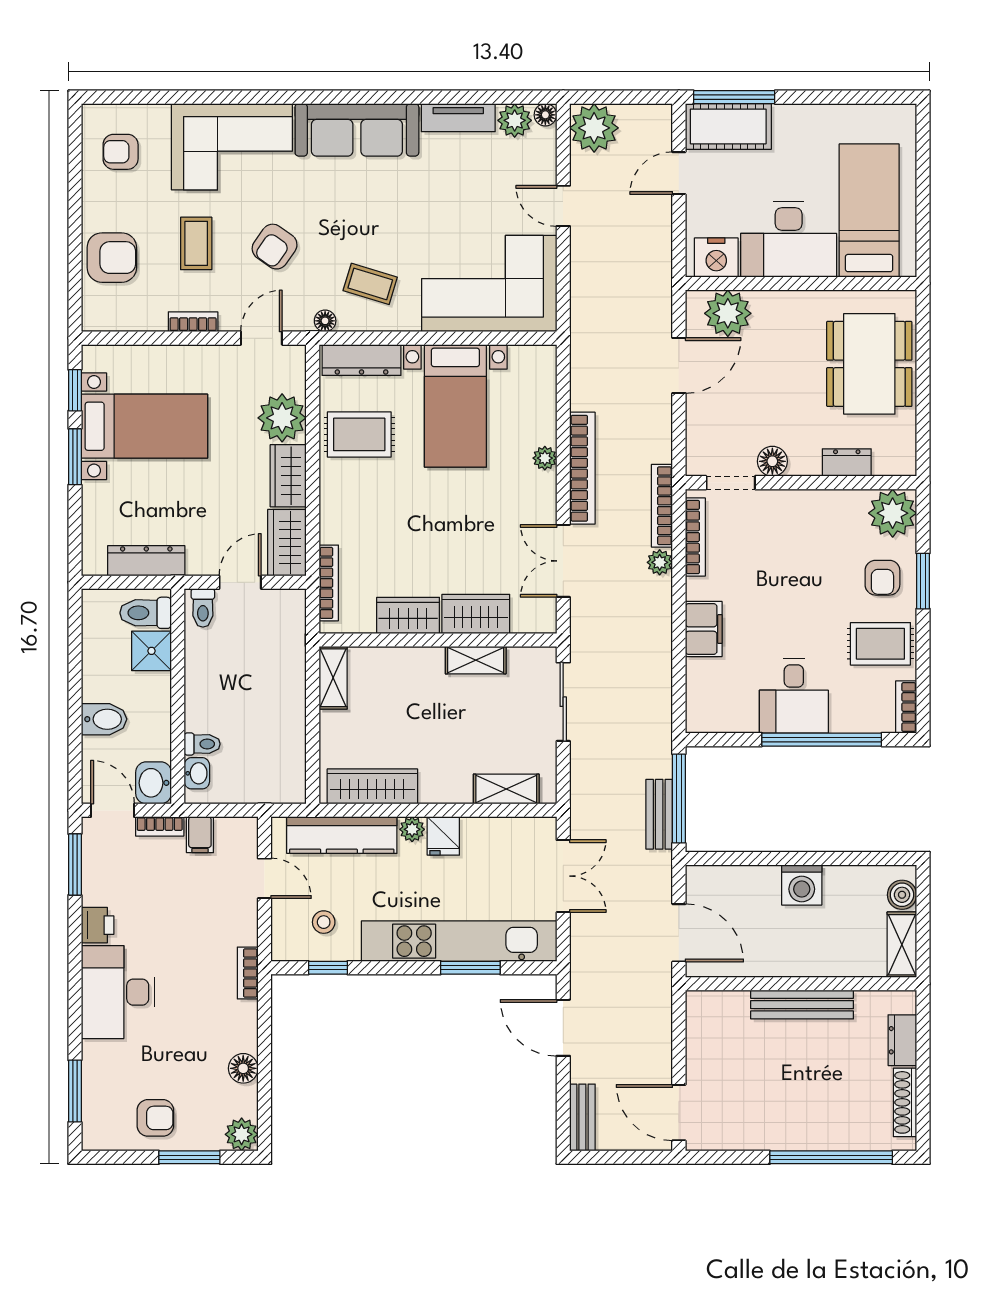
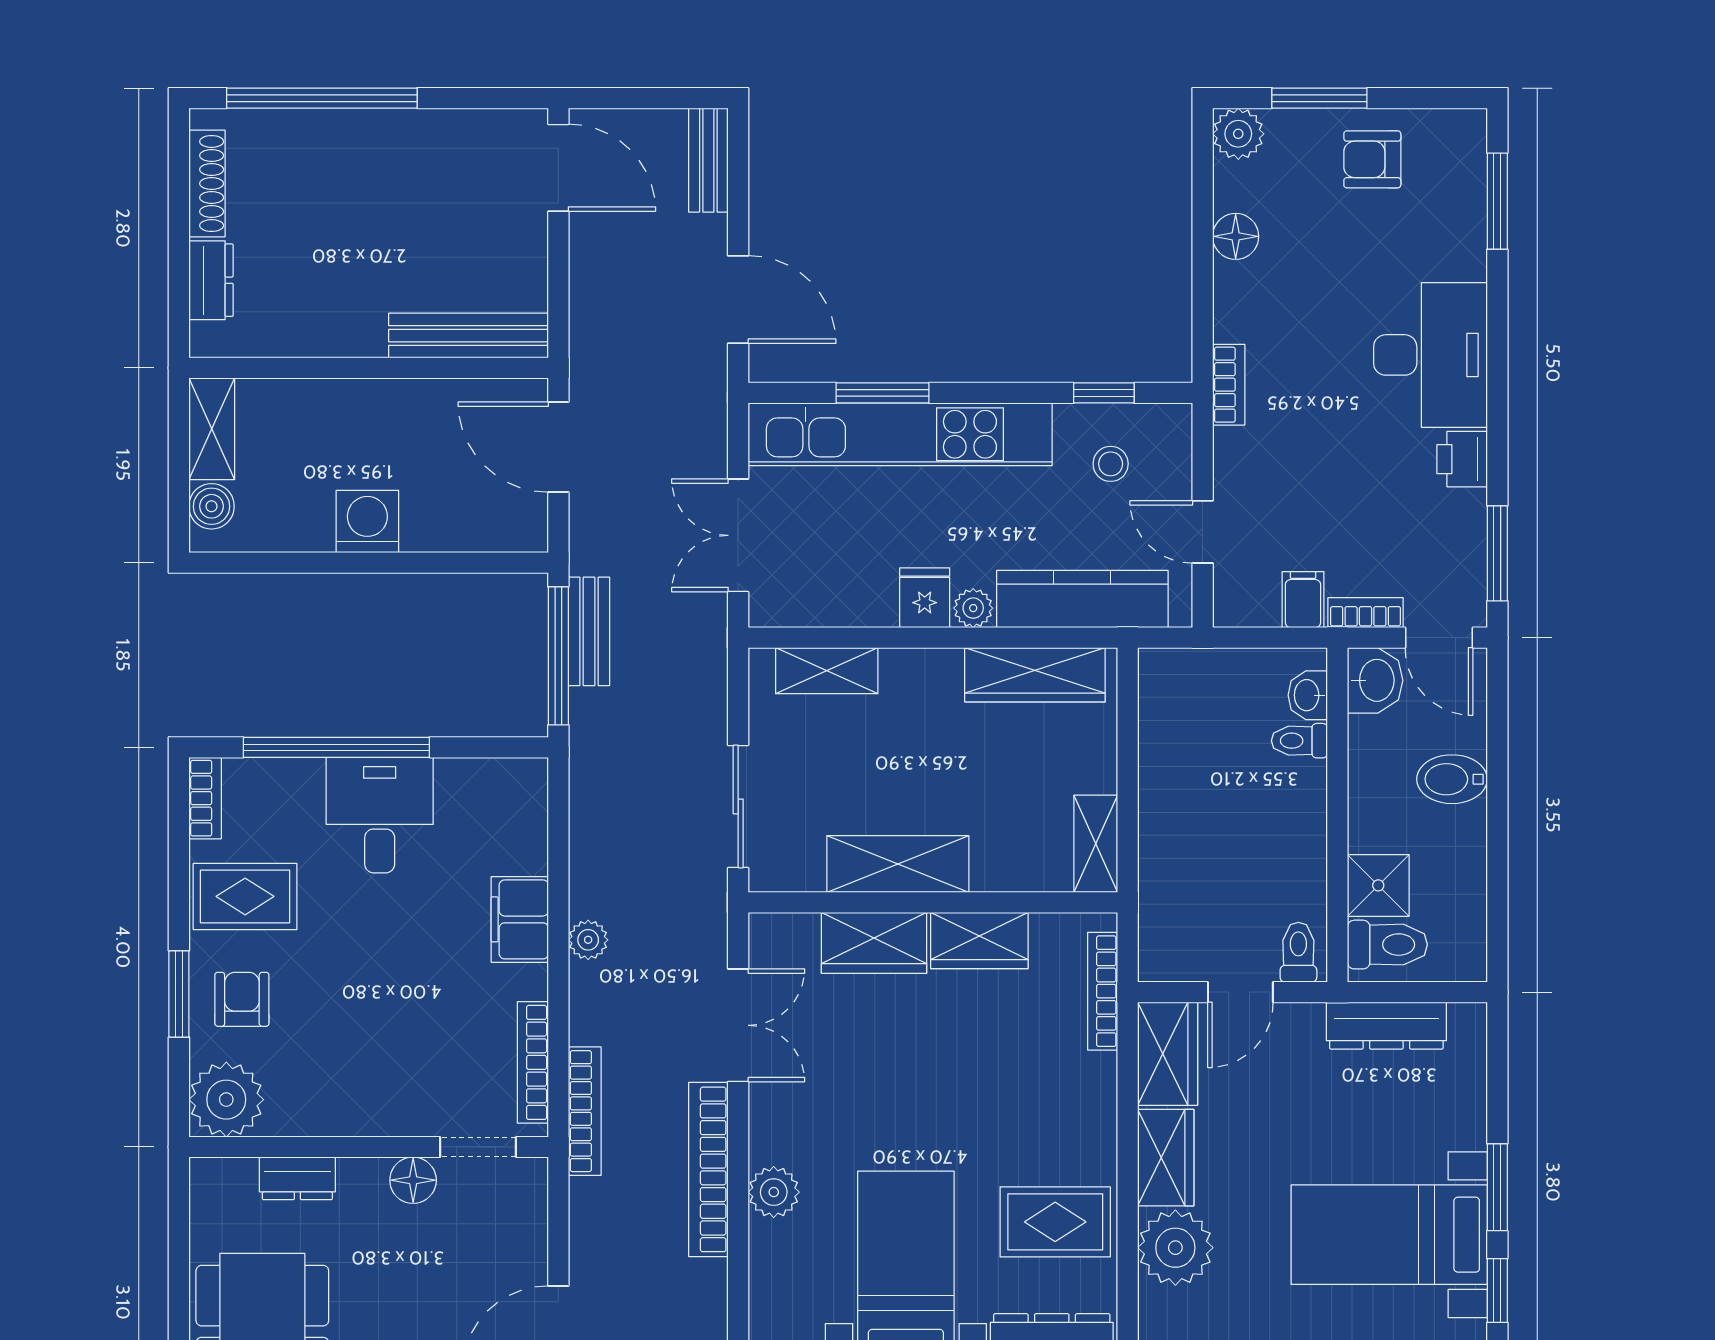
plant: (545, 458) -> (774, 1192), width x1.38, depth x1.38
plant: (660, 562) -> (588, 940), moved
shelving: (476, 660) -> (898, 864), width x1.50, depth x1.33
bench: (802, 1005) -> (469, 336), moved

